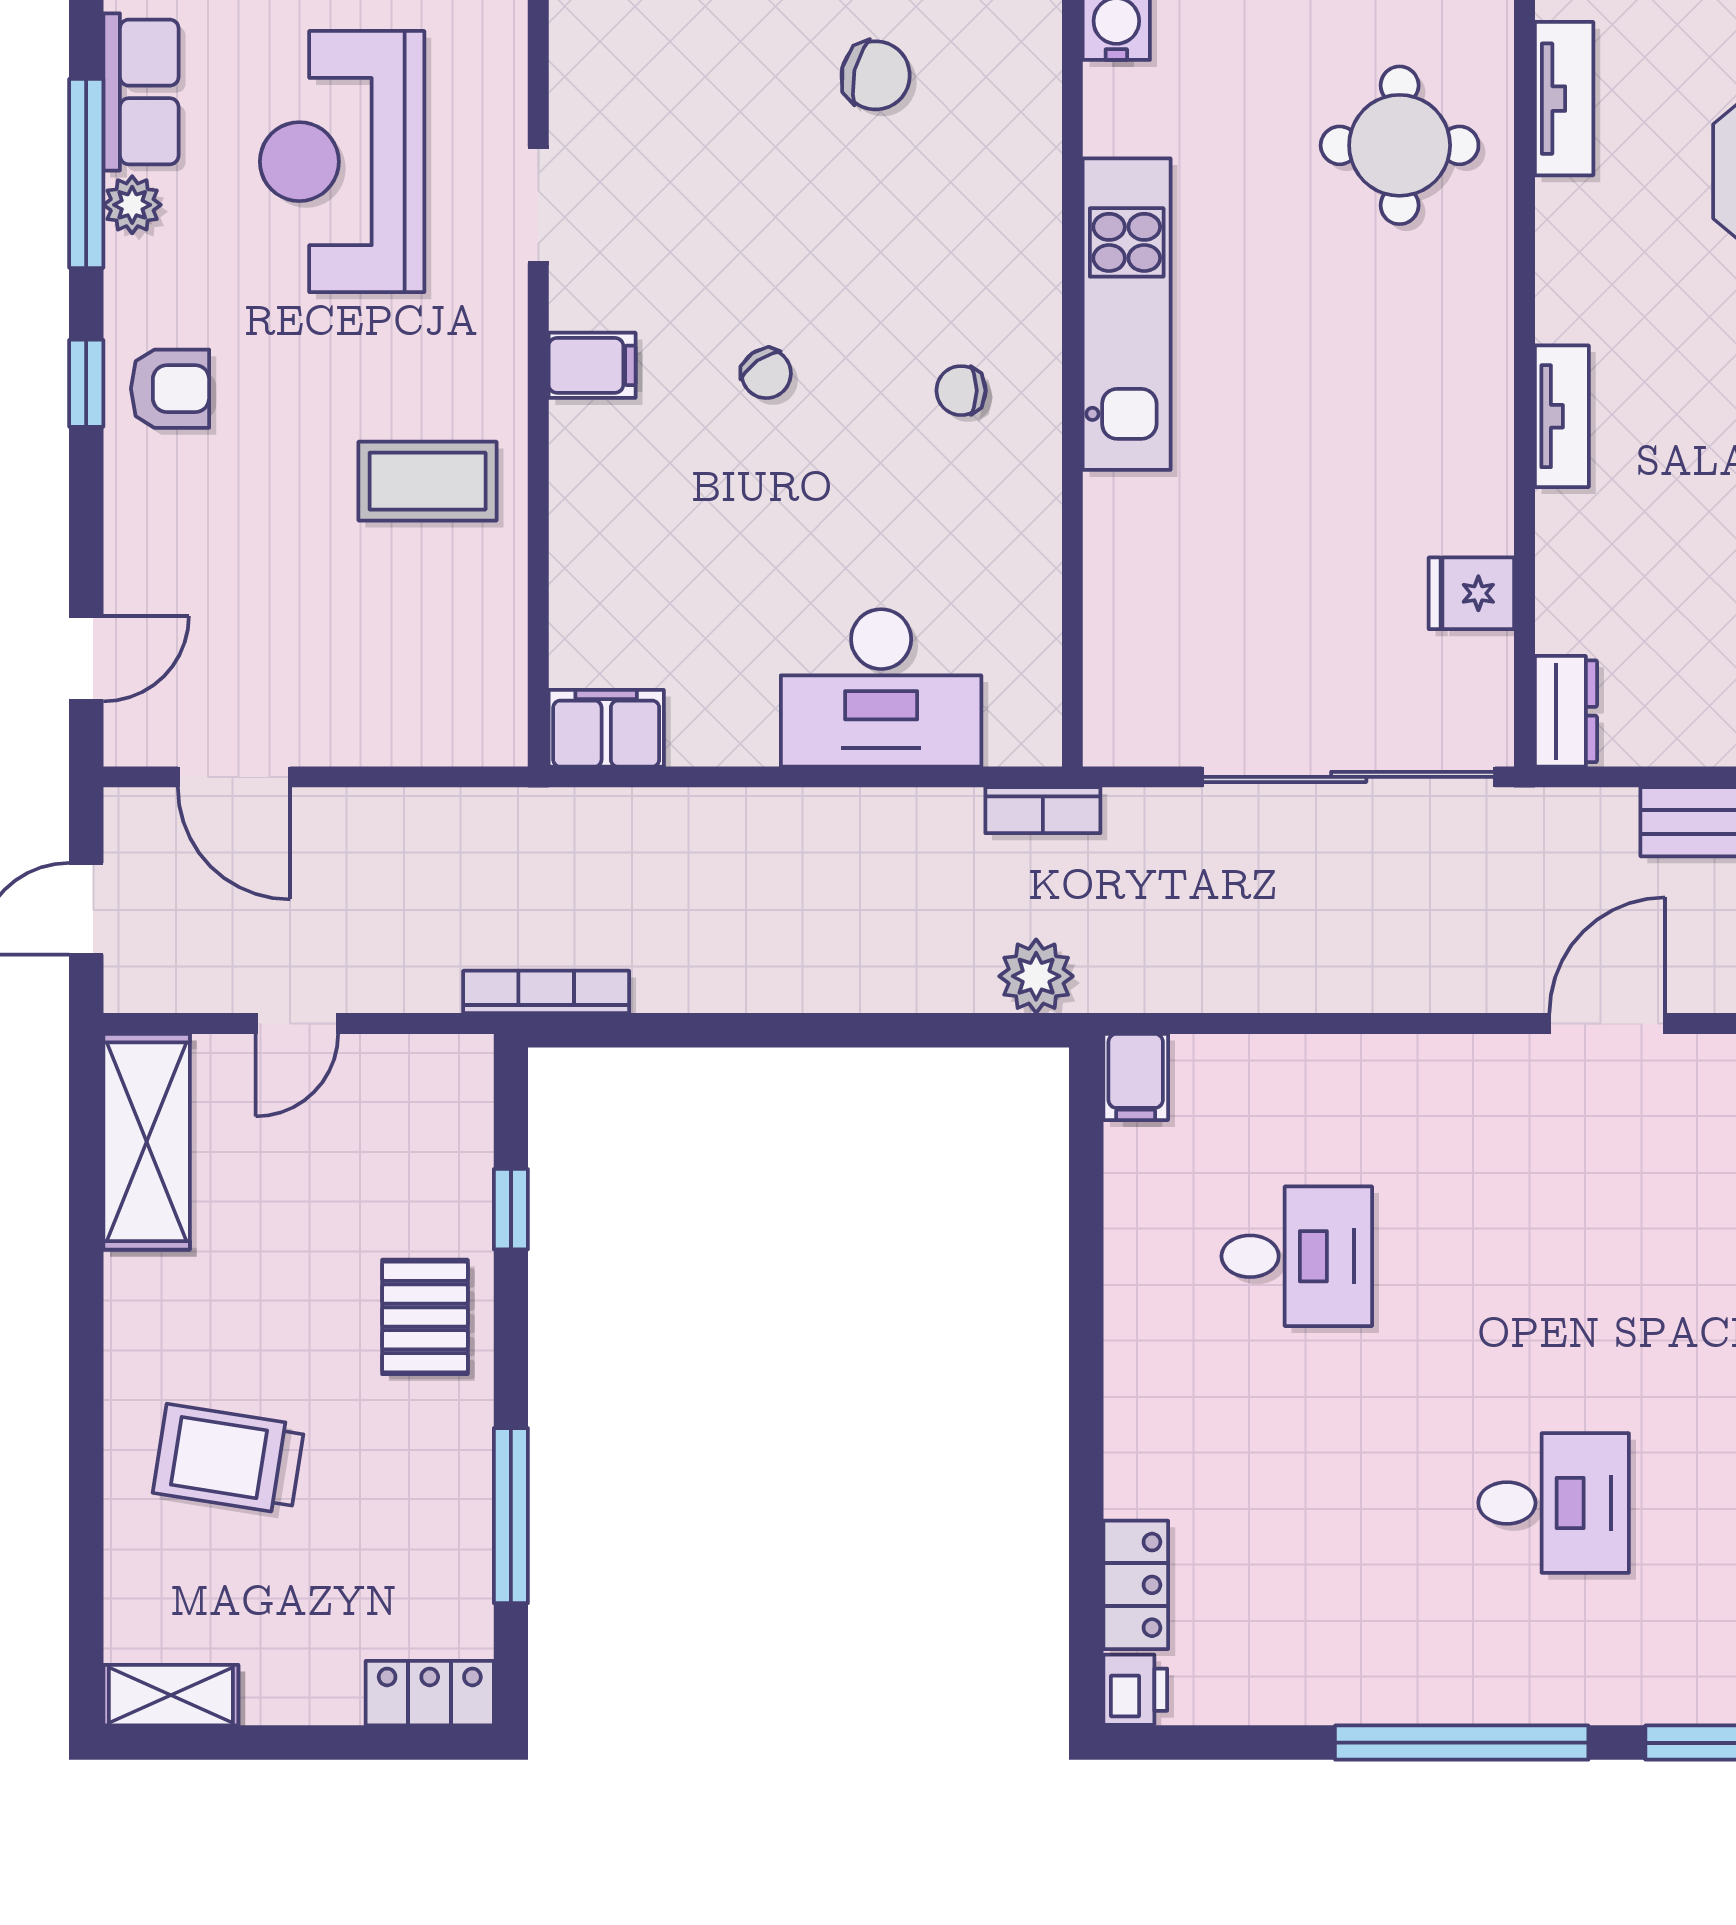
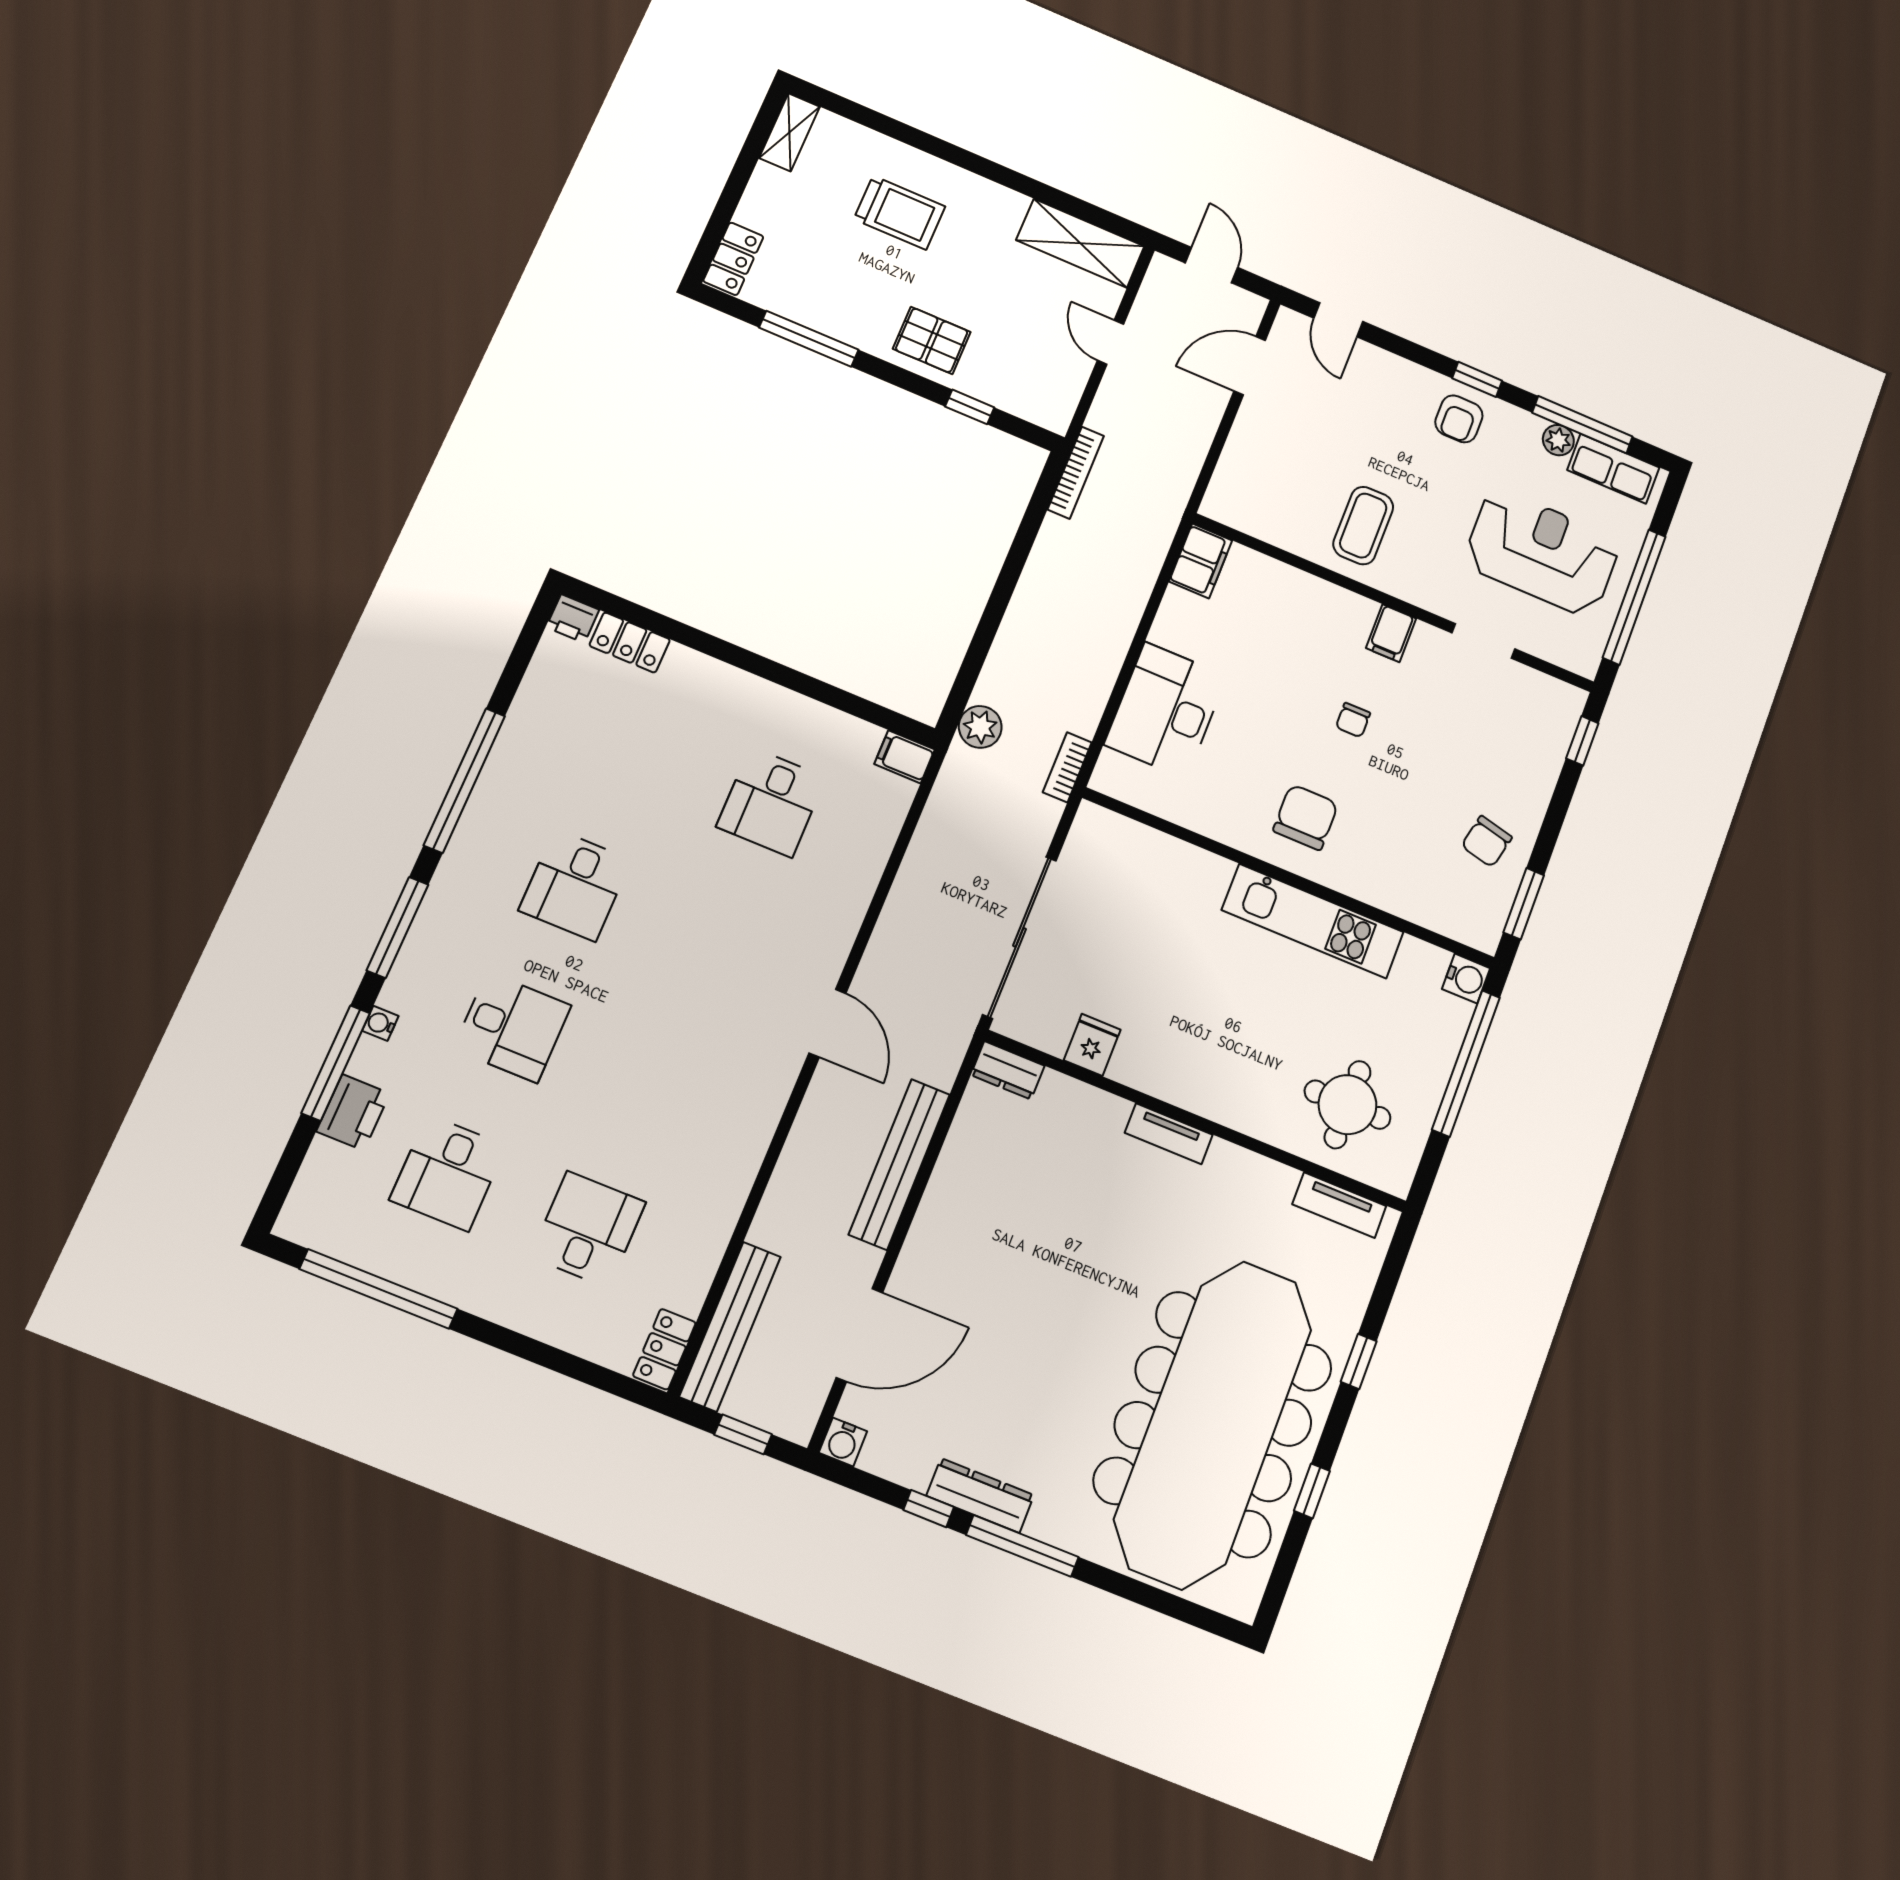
chair: (766, 374) -> (1353, 720), turned -55
chair: (961, 391) -> (1306, 817), width x1.87, depth x1.87
trolley: (229, 1459) -> (900, 213), turned 81

